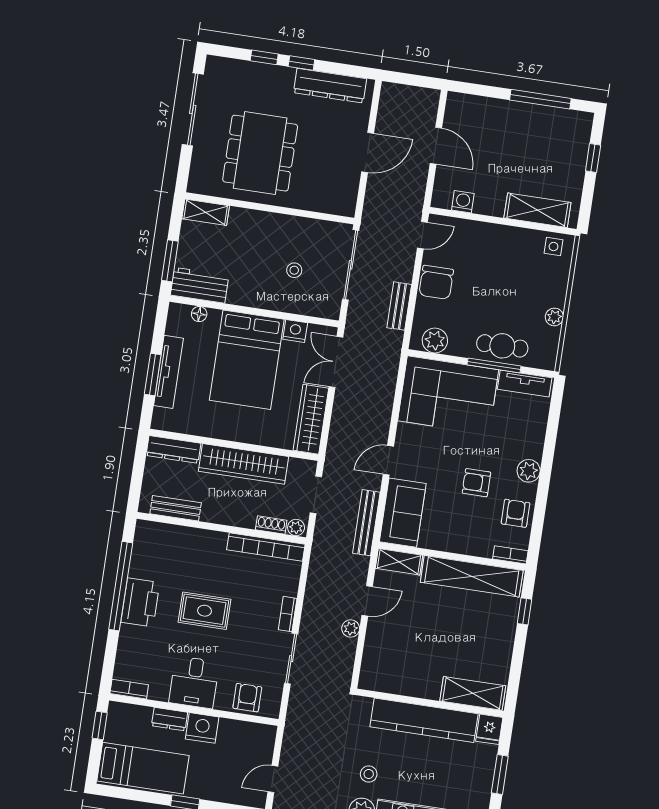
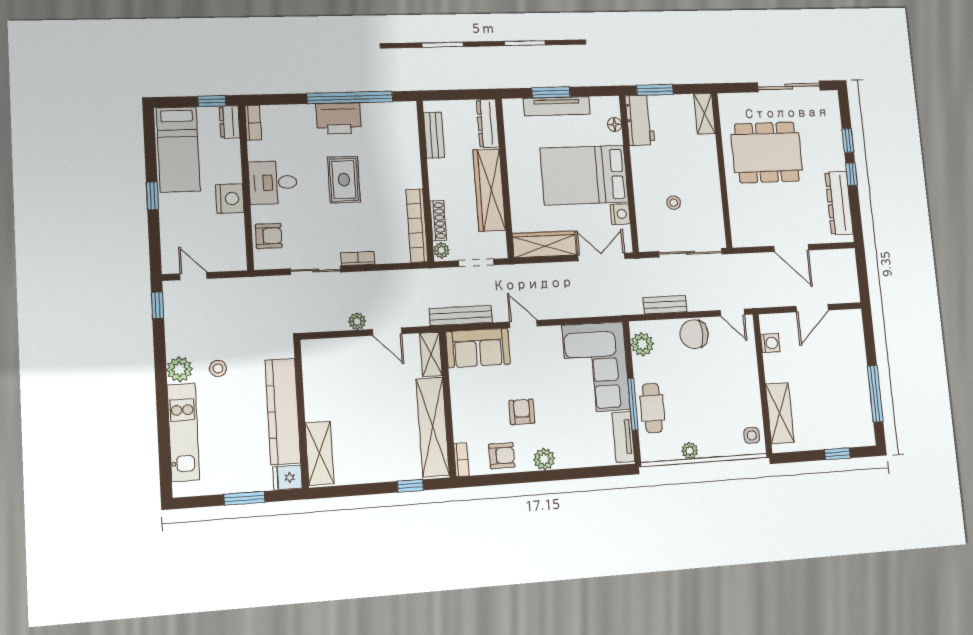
shoe rack: (271, 525) -> (438, 221), width x1.43
dresser: (170, 719) -> (230, 122), moved

